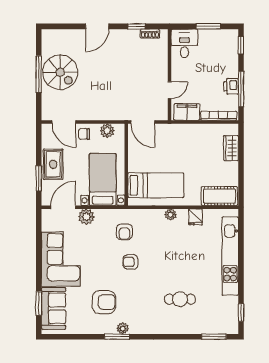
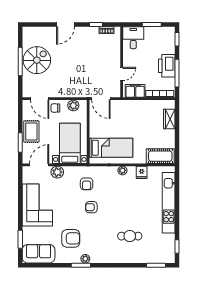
spiral stairs: (60, 72) -> (37, 60), turned -90
printer: (231, 86) -> (167, 66), width x1.87, depth x1.48
sofa: (54, 308) -> (39, 254), moved, turned -90

